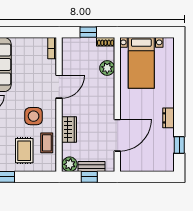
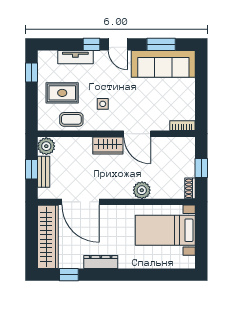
plant: (107, 68) -> (142, 190), moved
side table: (34, 116) -> (103, 104), width x0.54, depth x0.54
dresser: (168, 118) -> (101, 262), width x1.44
wardrobe: (69, 129) -> (108, 145), moved
wardrobe: (147, 163) -> (48, 237), added

